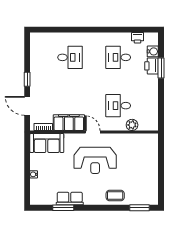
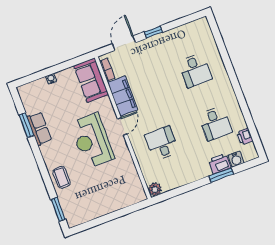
desk: (118, 57) -> (215, 123), turned 180
plant: (132, 125) -> (155, 189), moved

